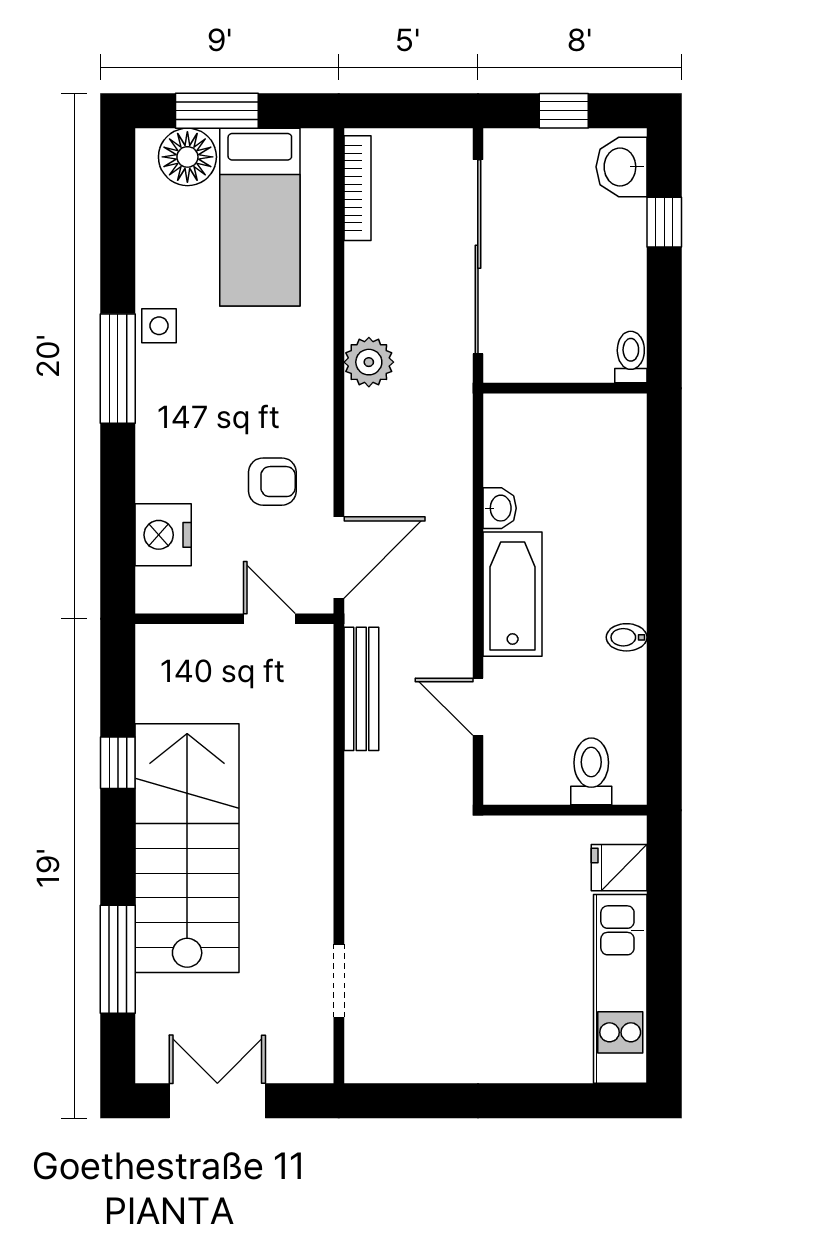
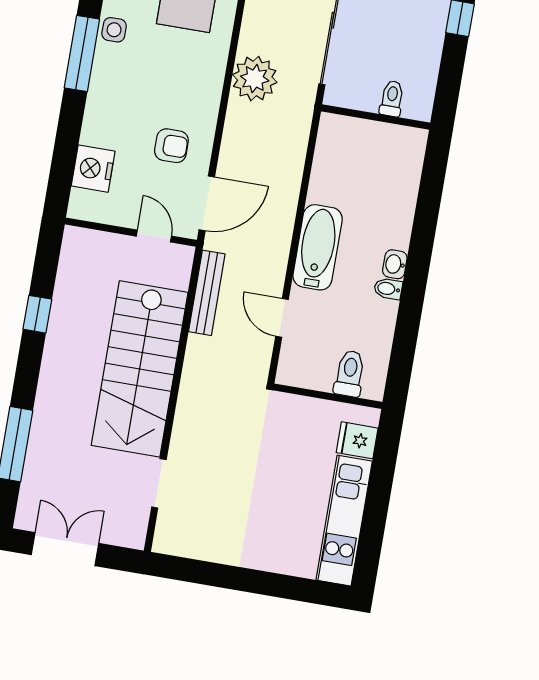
toilet: (631, 357) -> (392, 99), moved
plant: (369, 362) -> (255, 79), width x1.36, depth x1.36
washbasin: (500, 508) -> (395, 264), moved, turned 180
stairs: (187, 848) -> (140, 369), moved, turned 180

